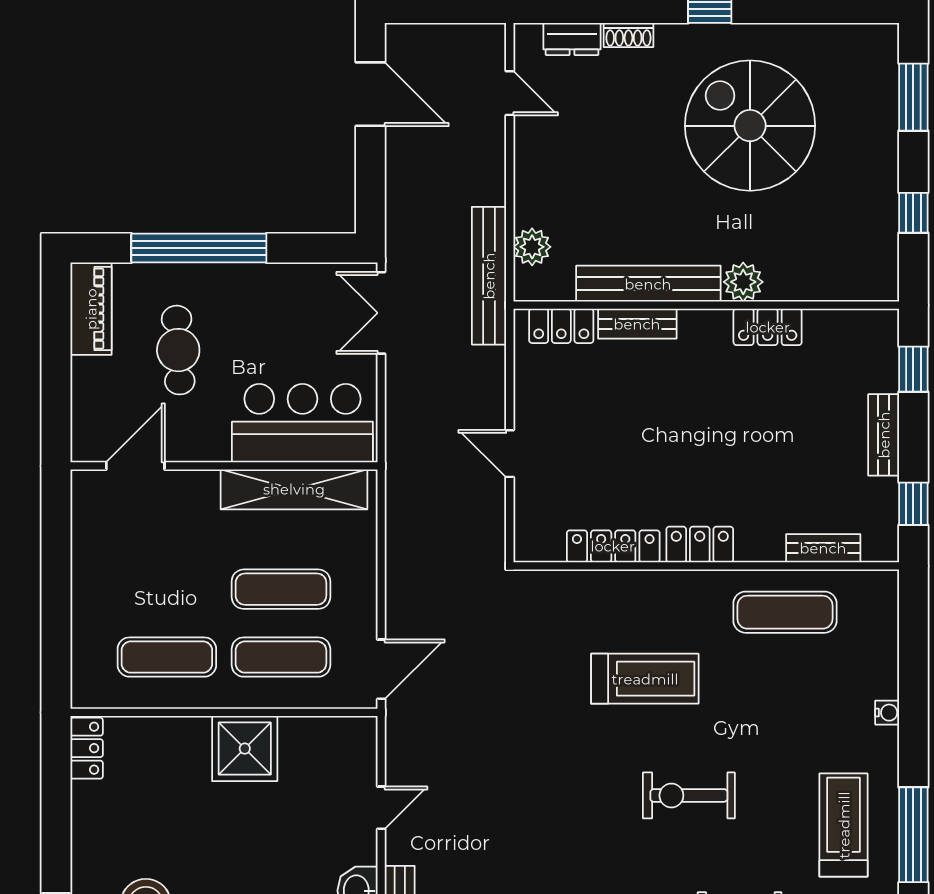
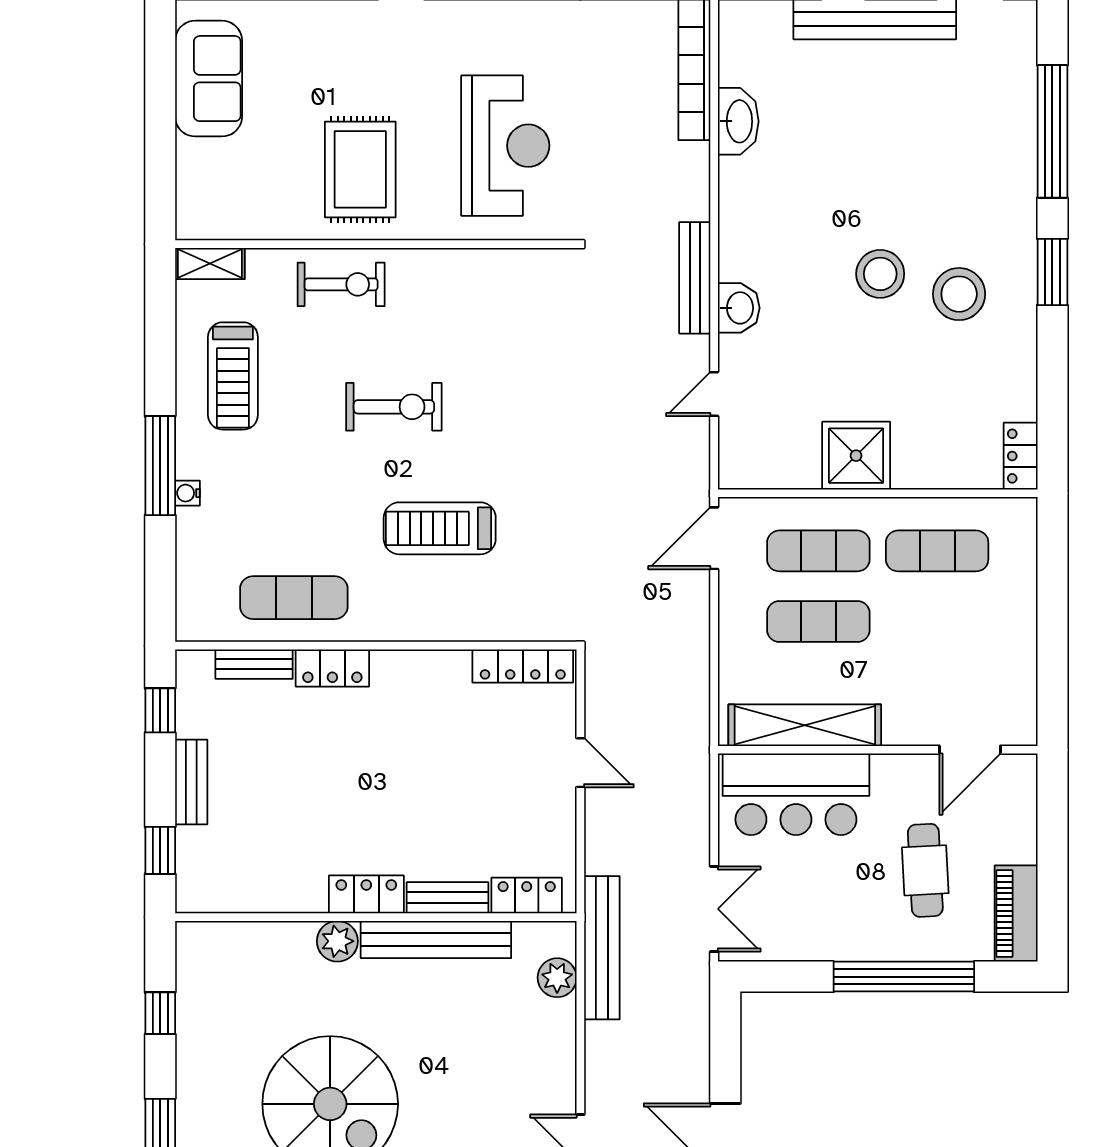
locker: (768, 327) -> (366, 894), moved
locker: (700, 545) -> (332, 668), moved
locker: (613, 546) -> (523, 666), moved
window: (913, 835) -> (160, 466), moved

